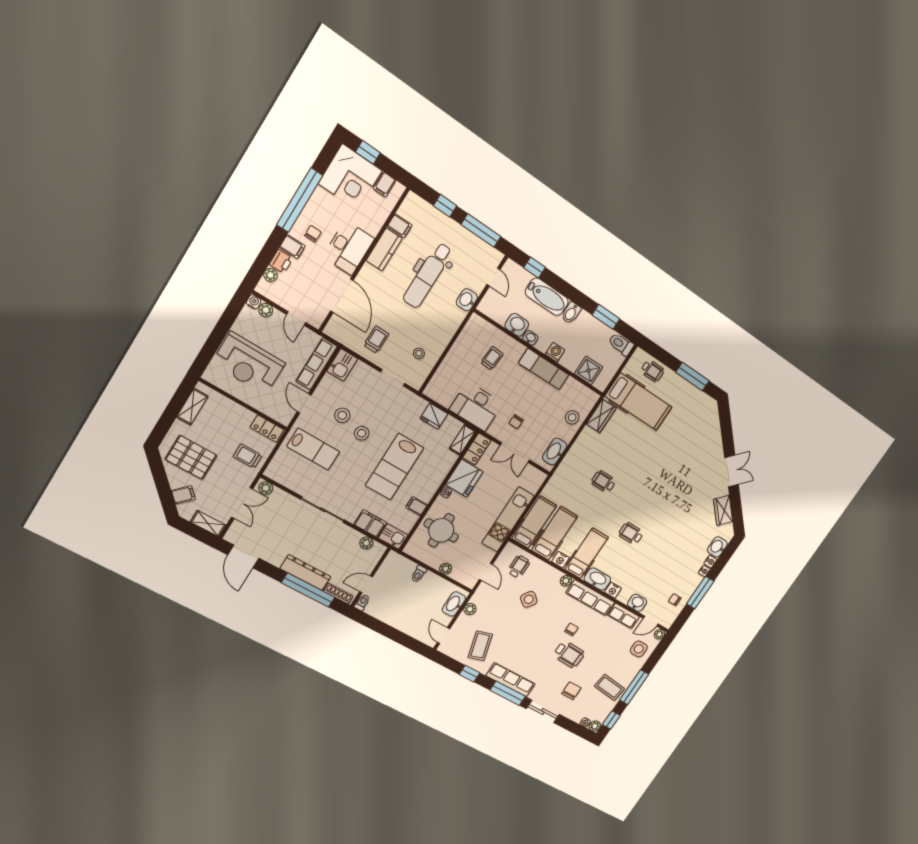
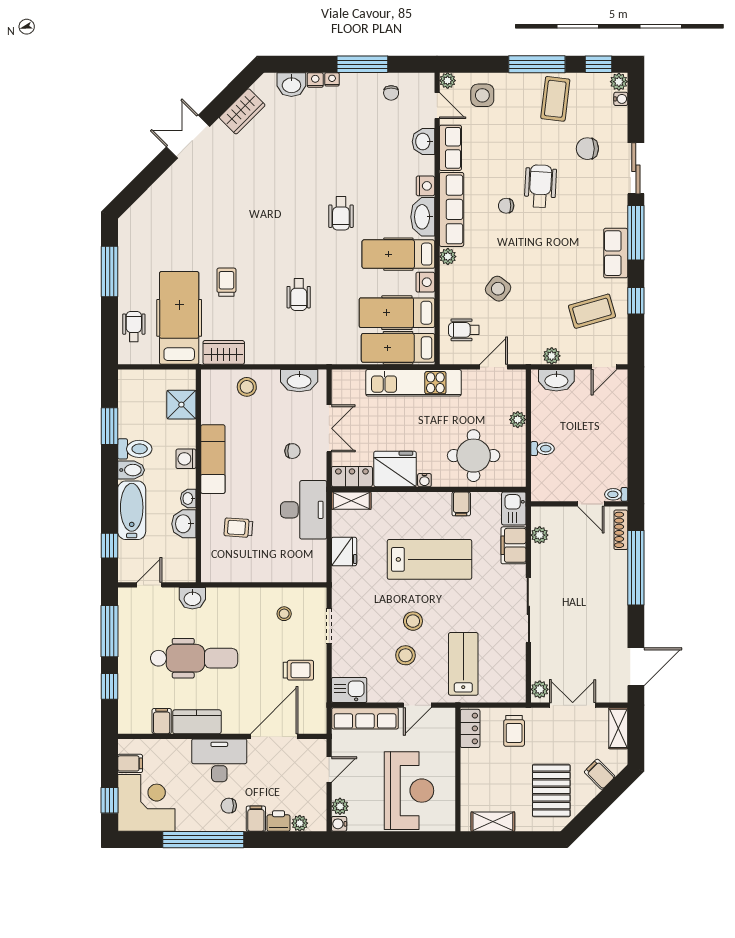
trolley: (376, 340) -> (298, 670), turned 180
toilet: (621, 344) -> (135, 449), moved, turned -90
trolley: (639, 443) -> (226, 282), added
dresser: (305, 573) -> (616, 584), removed
row of seats: (511, 680) -> (616, 253), width x0.68

